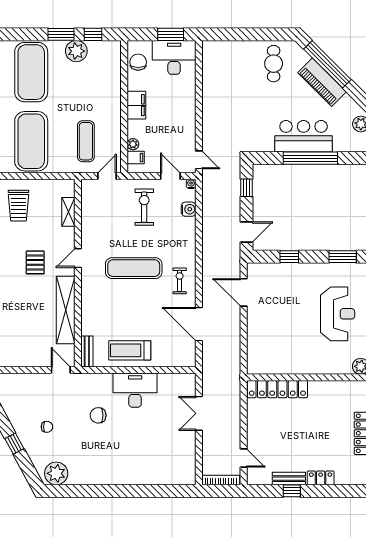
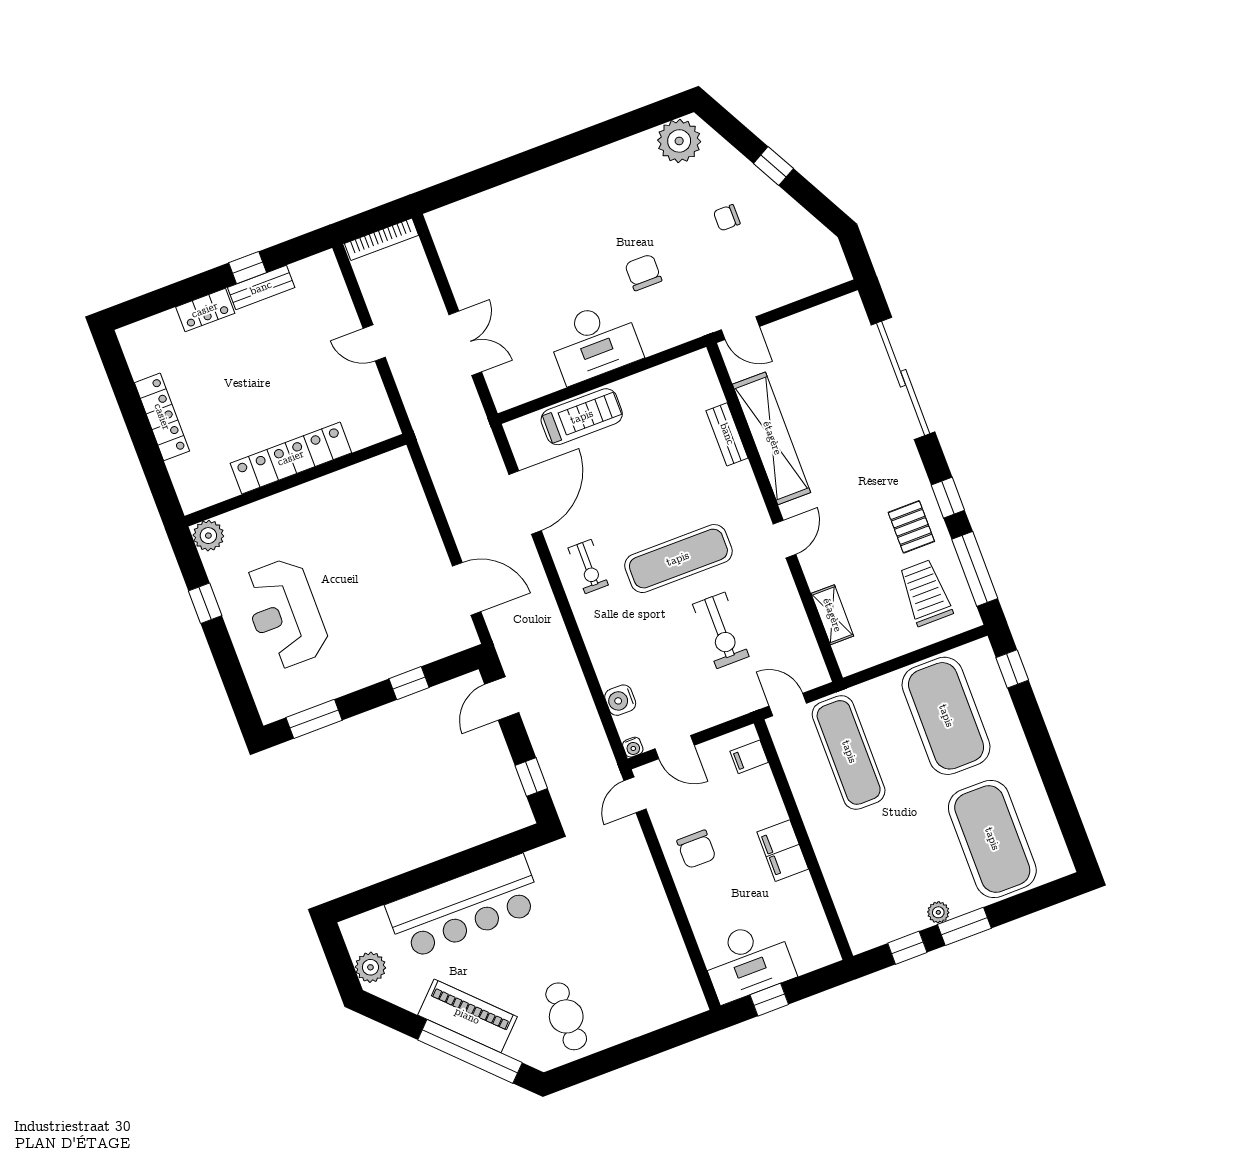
window: (171, 34) -> (769, 1000), width x0.67
plant: (76, 51) -> (938, 912), width x0.53, depth x0.53
chair: (138, 62) -> (696, 849), moved
bar counter: (304, 136) -> (464, 907), width x1.36
exercise mat: (86, 141) -> (849, 752), width x1.36, depth x1.45
plant: (133, 144) -> (763, 779), removed
window: (310, 158) -> (437, 873), removed
door: (199, 160) -> (635, 795), hinge flipped
door: (107, 176) -> (788, 705), swing flipped
exercise bike: (144, 207) -> (721, 630), moved
pallet: (35, 262) -> (911, 527), moved
door: (199, 324) -> (525, 502), hinge flipped
treadmill: (130, 350) -> (582, 417), moved
bench: (87, 351) -> (727, 434), moved
locker: (277, 389) -> (291, 458), moved
chair: (98, 415) -> (643, 272), turned -90
door: (244, 458) -> (374, 343), moved

